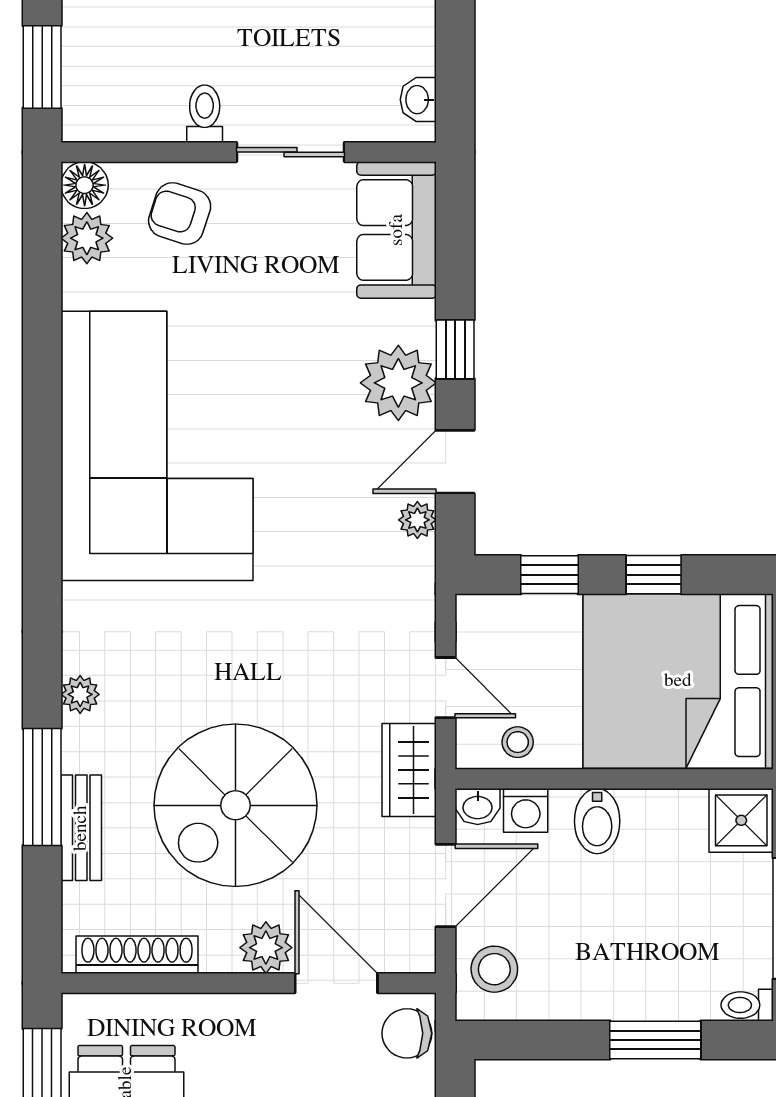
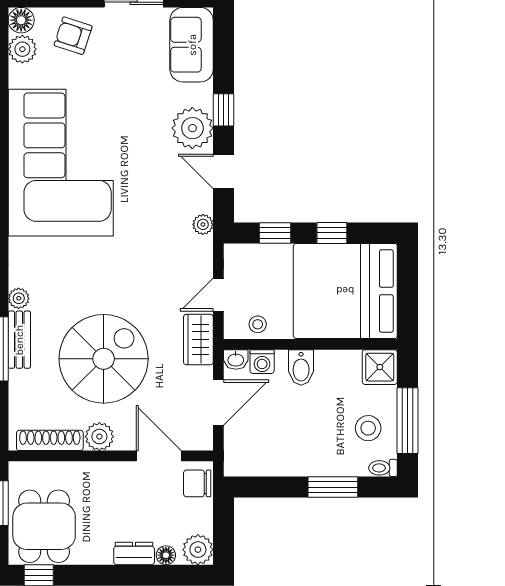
door: (455, 462) -> (224, 171), hinge flipped
plant: (417, 520) -> (203, 224), moved
door: (446, 688) -> (218, 295), swing flipped
spiral stairs: (235, 805) -> (104, 359), turned 180
bench: (81, 828) -> (19, 340), moved
plant: (266, 948) -> (99, 437), moved
stool: (494, 969) -> (368, 428), moved

